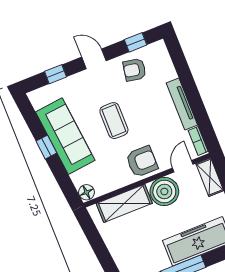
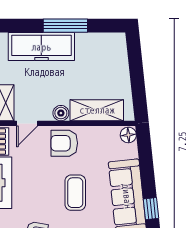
window: (46, 147) -> (151, 209), moved
boiler: (164, 191) -> (61, 113), width x0.54, depth x0.54

